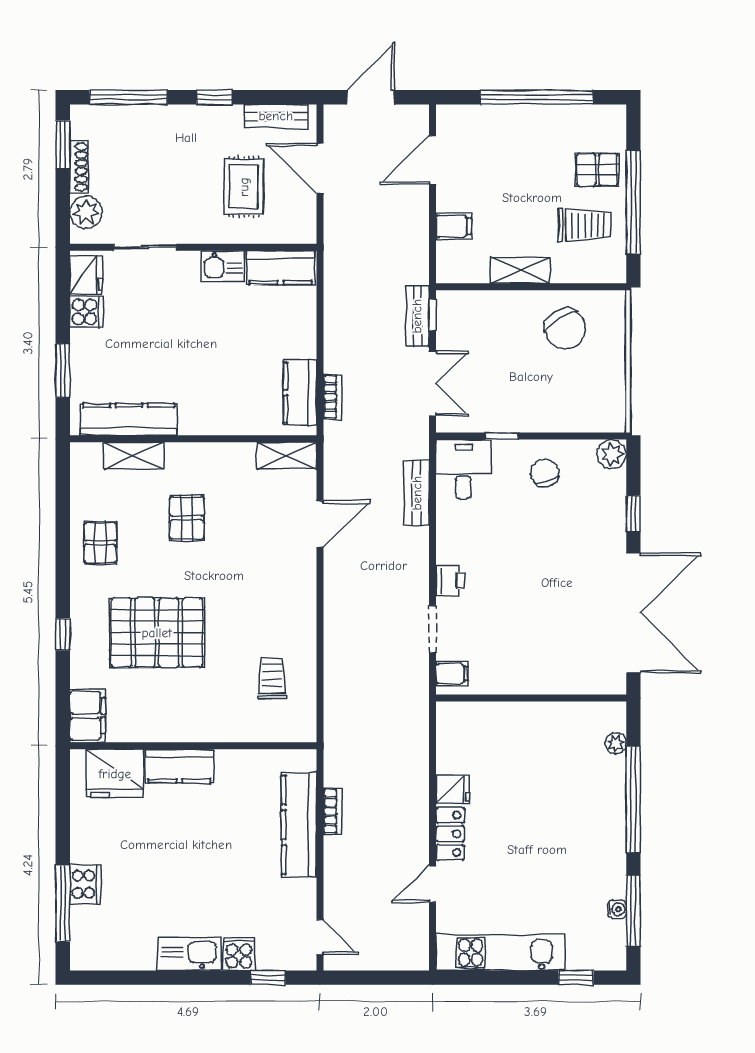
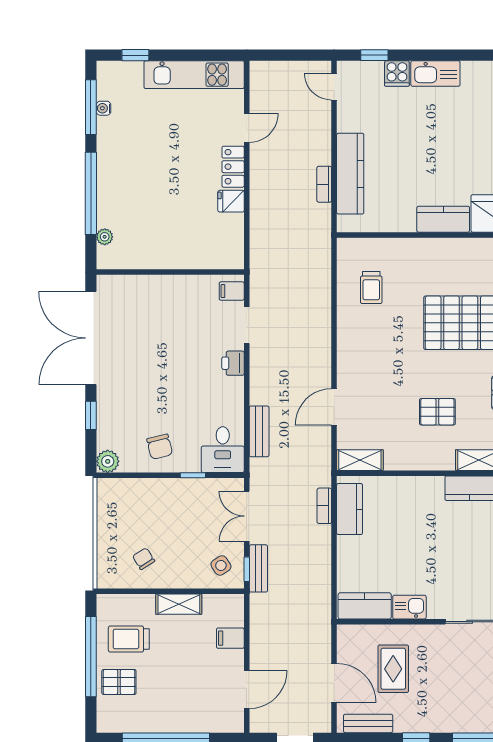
side table: (466, 320) -> (221, 565), added
chair: (565, 329) -> (144, 559), width x0.54, depth x0.54
pallet: (187, 518) -> (437, 412), turned 90

